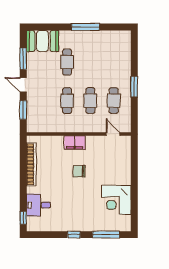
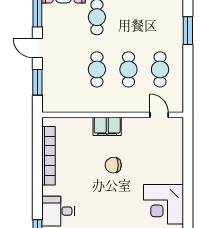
window: (134, 87) -> (188, 31), moved

